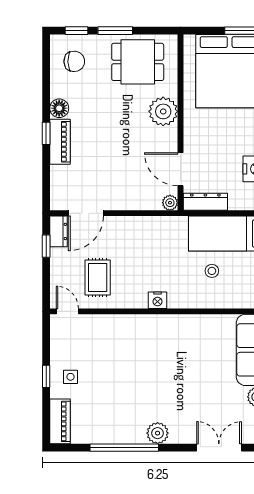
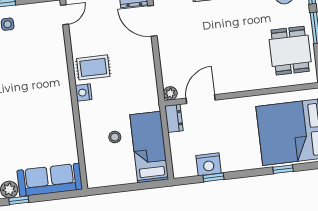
plant: (163, 111) -> (249, 78), removed
dresser: (205, 202) -> (174, 118), width x0.70
rug: (98, 278) -> (93, 67), moved

